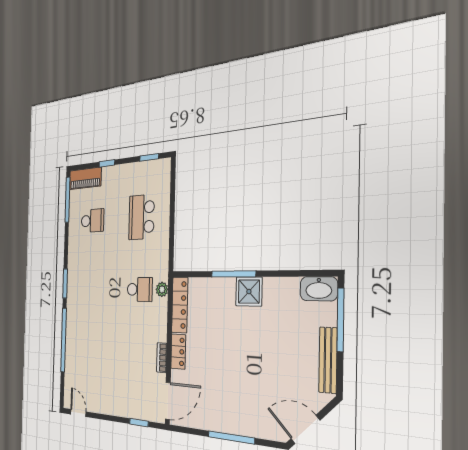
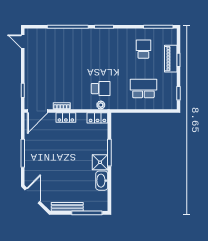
piano: (85, 178) -> (171, 59), moved
school desk: (92, 221) -> (143, 49), turned 180
school desk: (140, 289) -> (101, 89), turned -90
washbasin: (319, 289) -> (102, 181), moved
locker: (180, 305) -> (97, 118), width x0.66
door: (168, 401) -> (38, 111), hinge flipped
door: (78, 413) -> (23, 41), swing flipped

